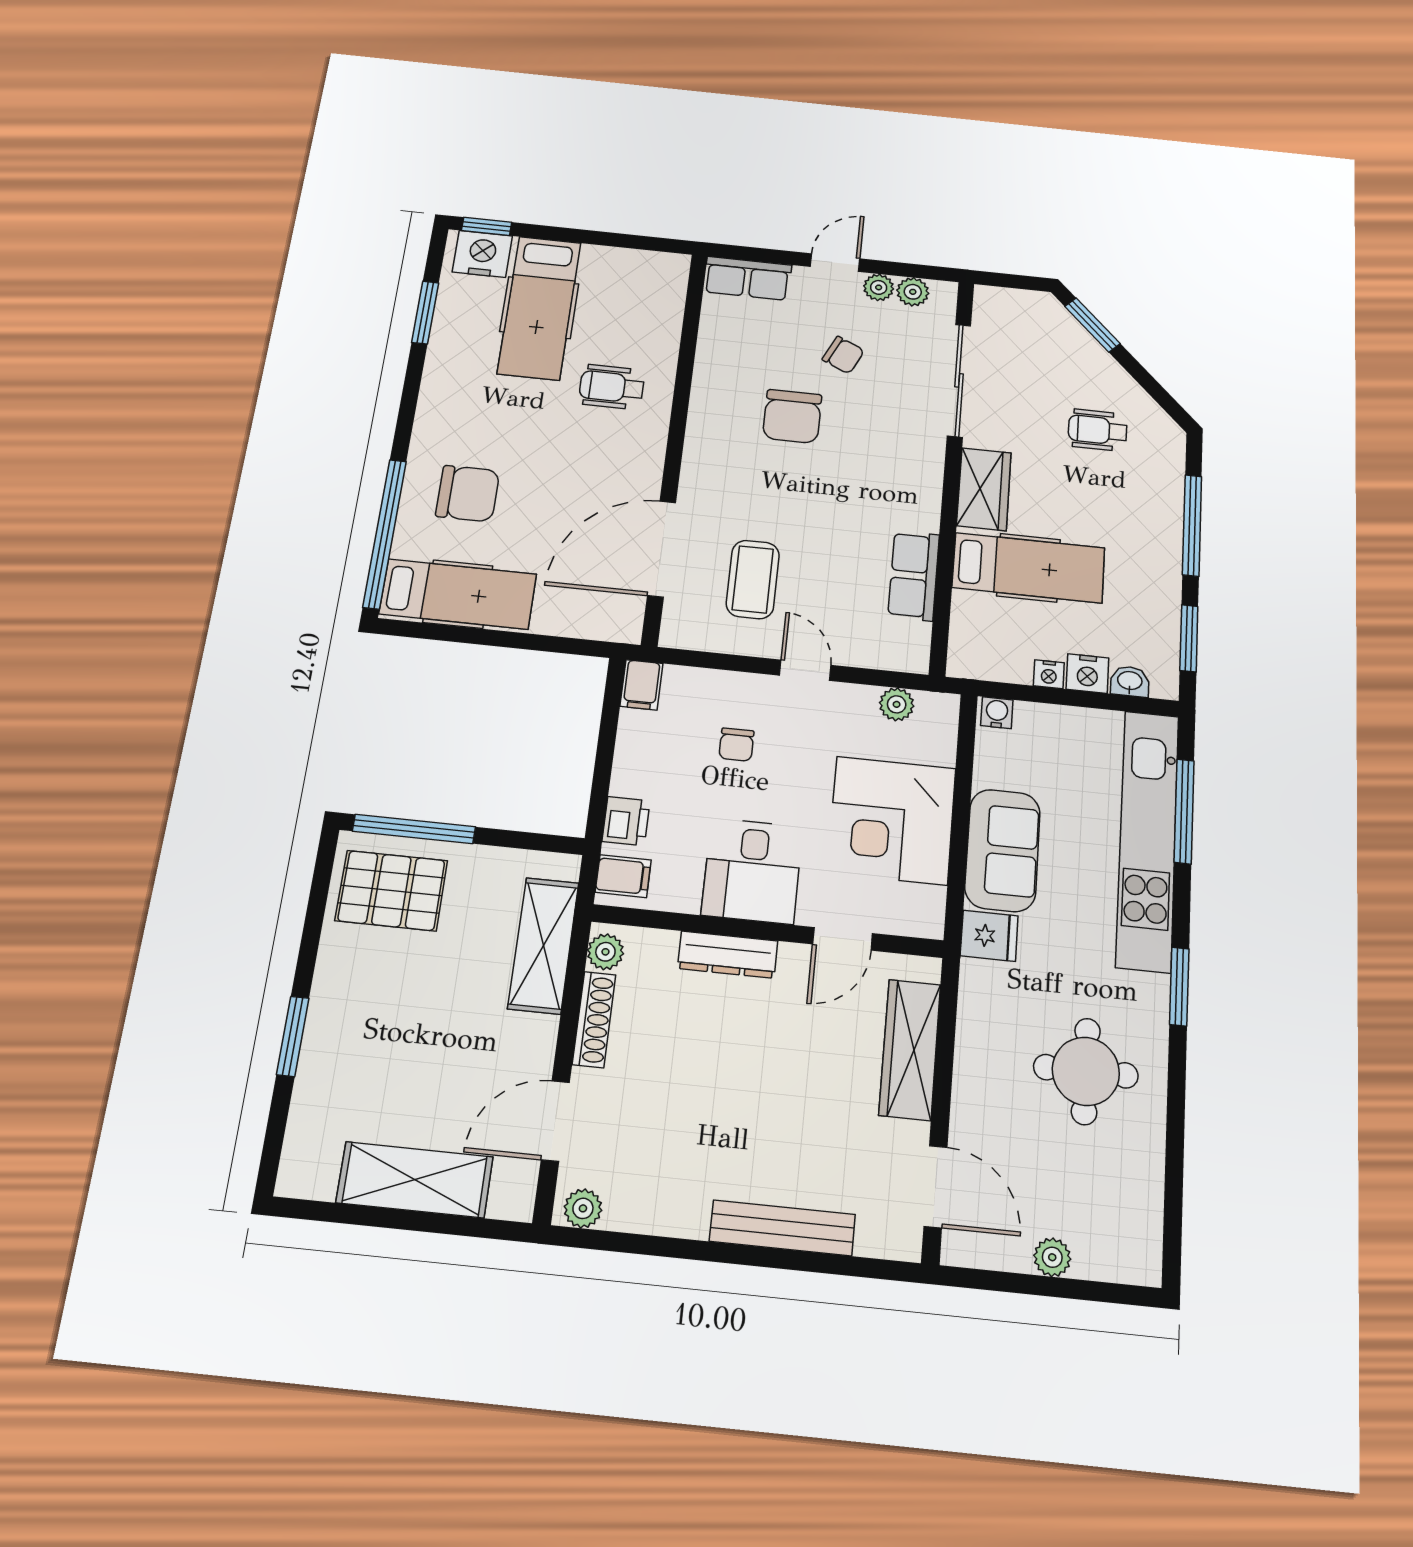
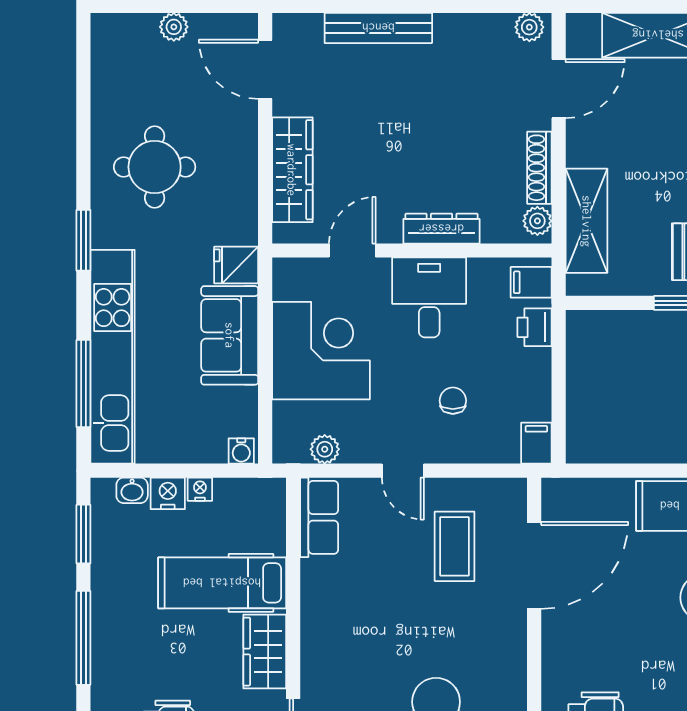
row of seats: (914, 576) -> (319, 517), moved

